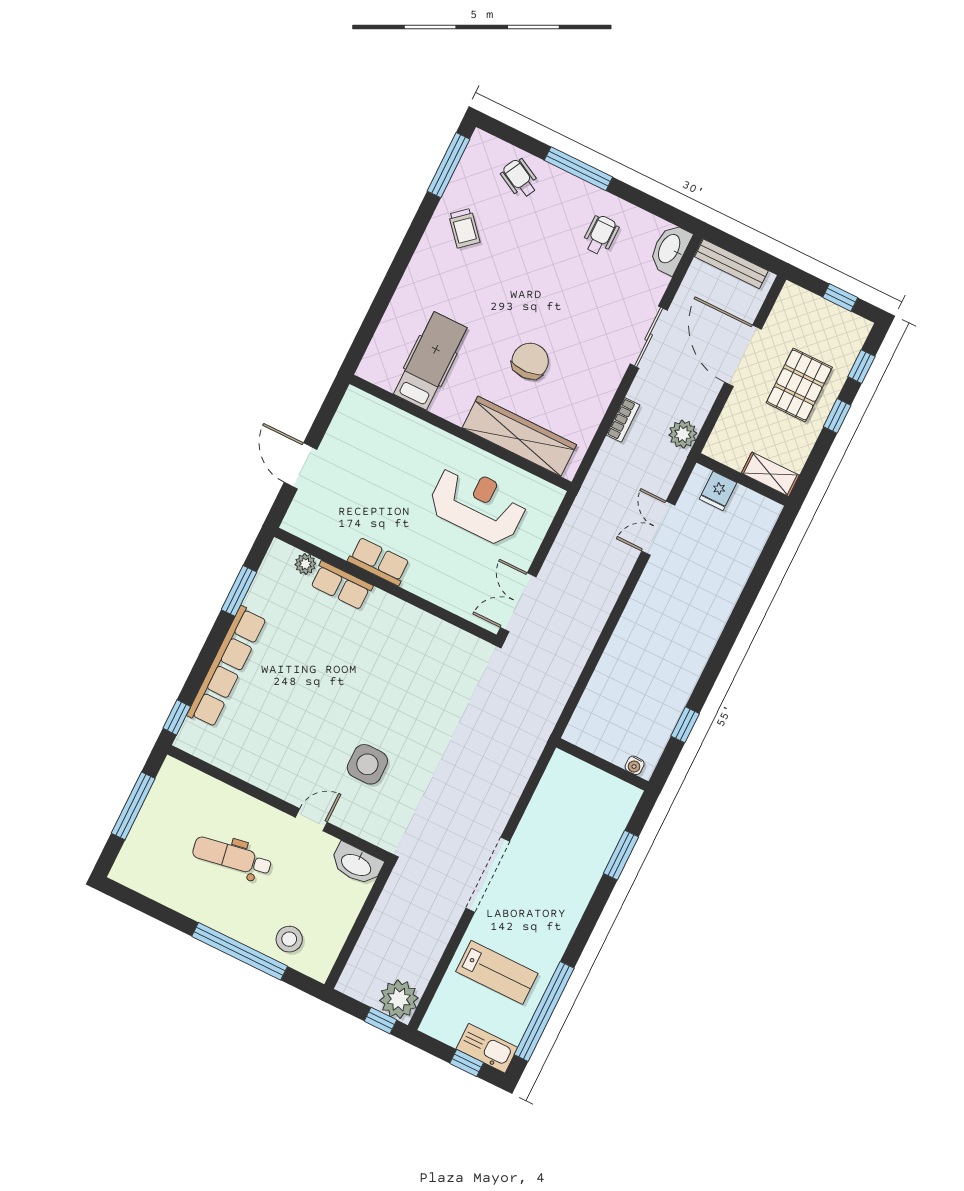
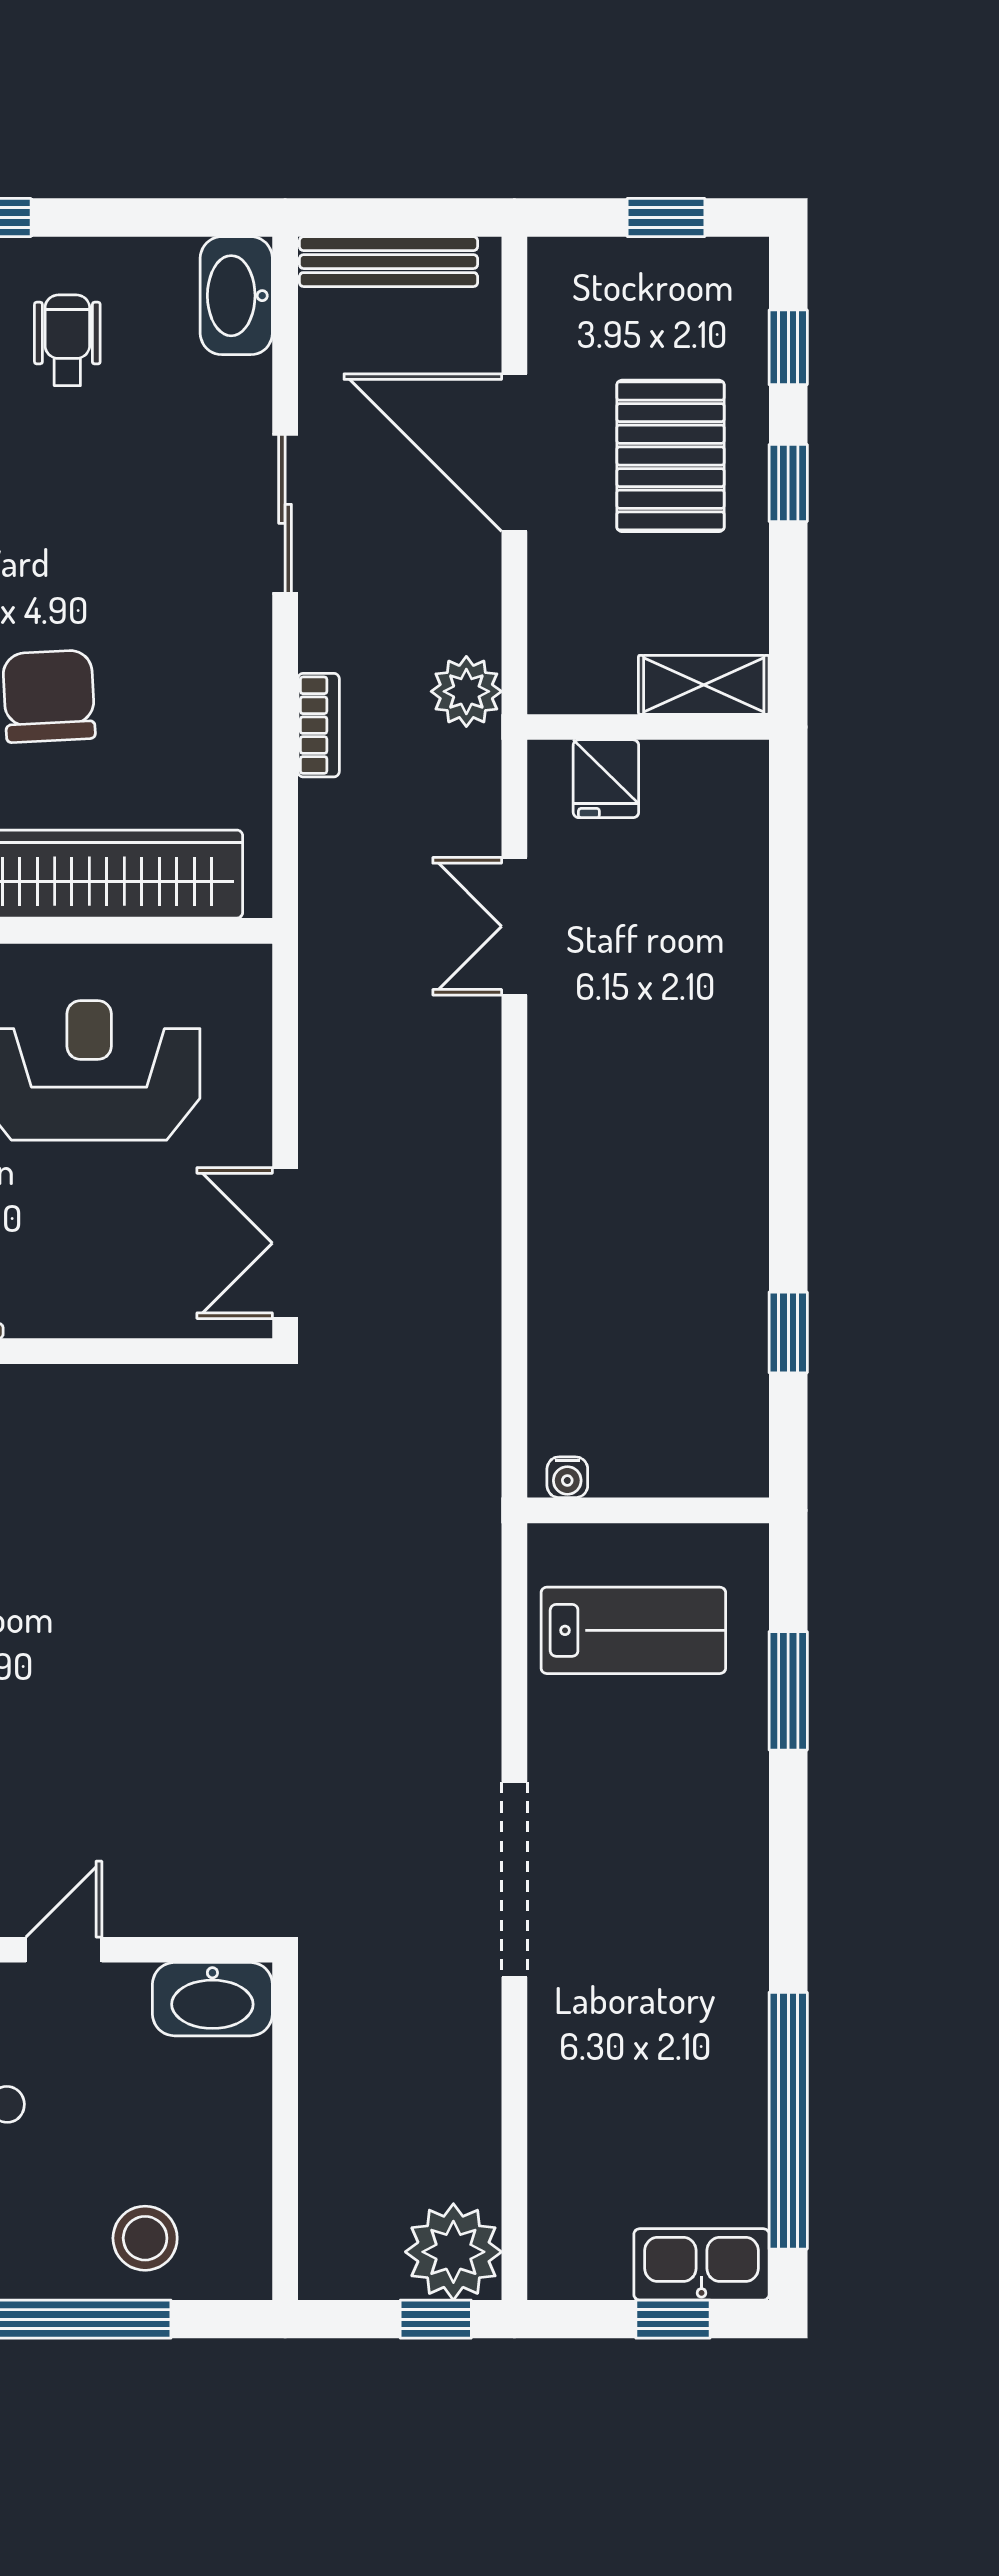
side table: (367, 764) -> (128, 1766), removed
water cooler: (635, 765) -> (567, 1477), moved
lab bench: (497, 972) -> (633, 1630), moved

